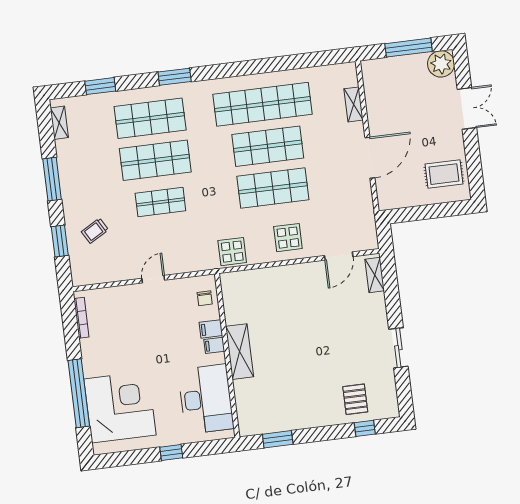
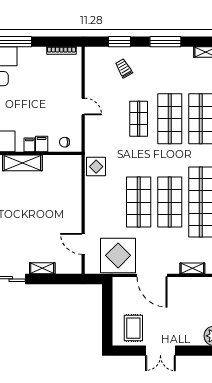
double door: (467, 108) -> (160, 351), moved
display table: (288, 238) -> (118, 255), moved, width x1.86, depth x1.86
shelving: (375, 275) -> (42, 268), moved

